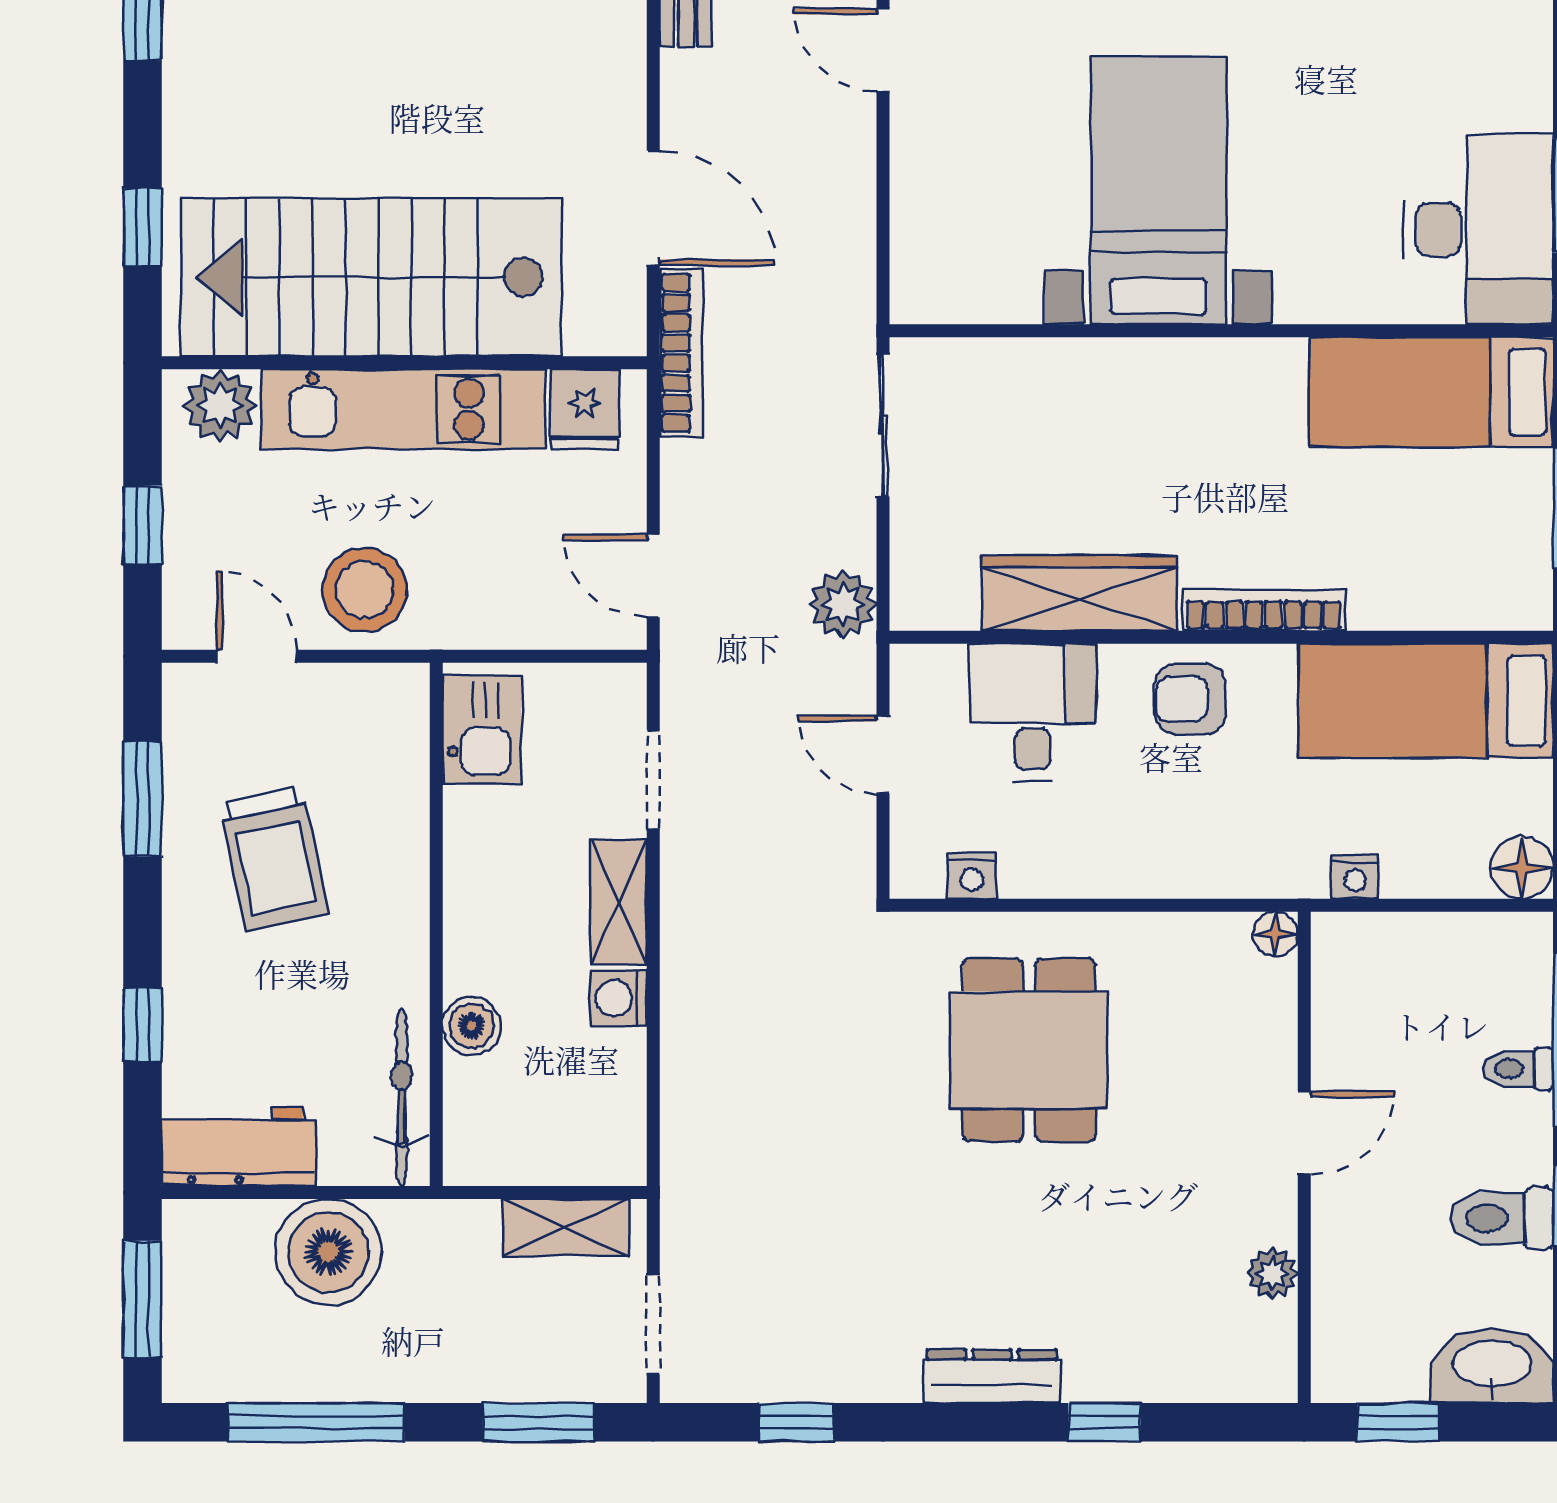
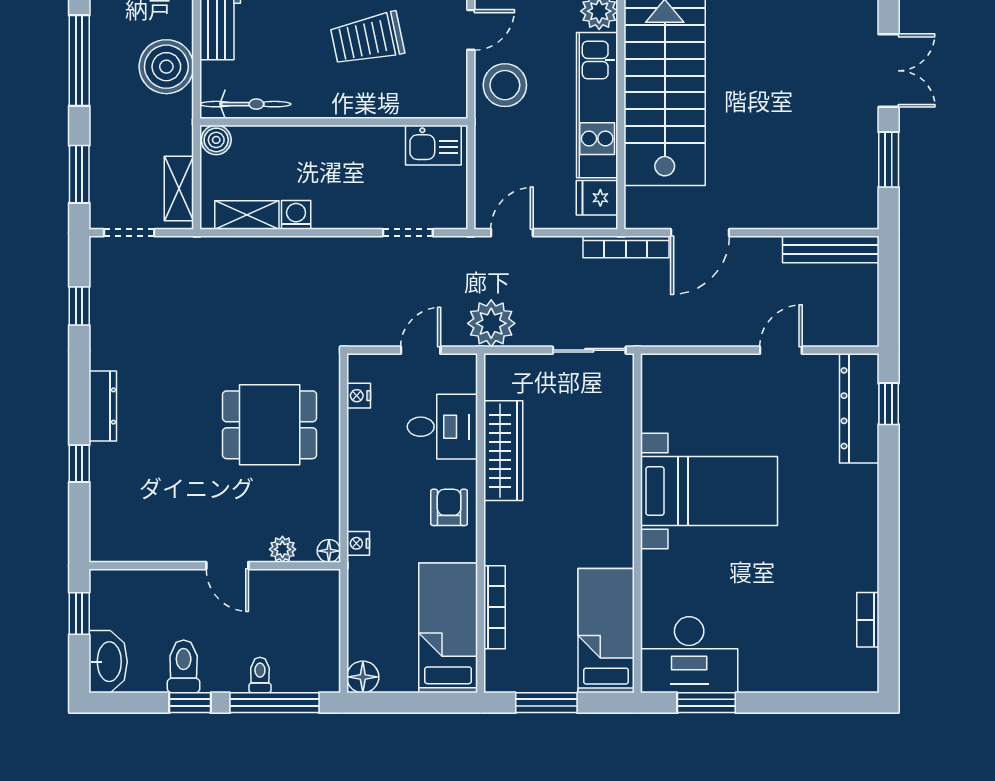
plant: (843, 604) -> (491, 323), width x1.36, depth x1.36
bookcase: (1264, 610) -> (495, 607), moved
nightstand: (1355, 877) -> (358, 543), moved
shelving: (619, 902) -> (247, 215), moved
boiler: (472, 1026) -> (216, 140), moved
plant: (1272, 1273) -> (282, 549), moved

